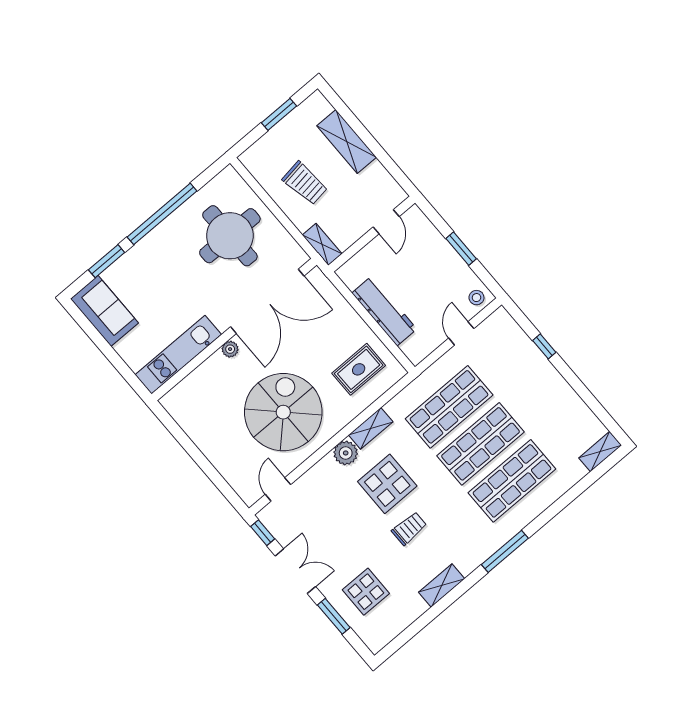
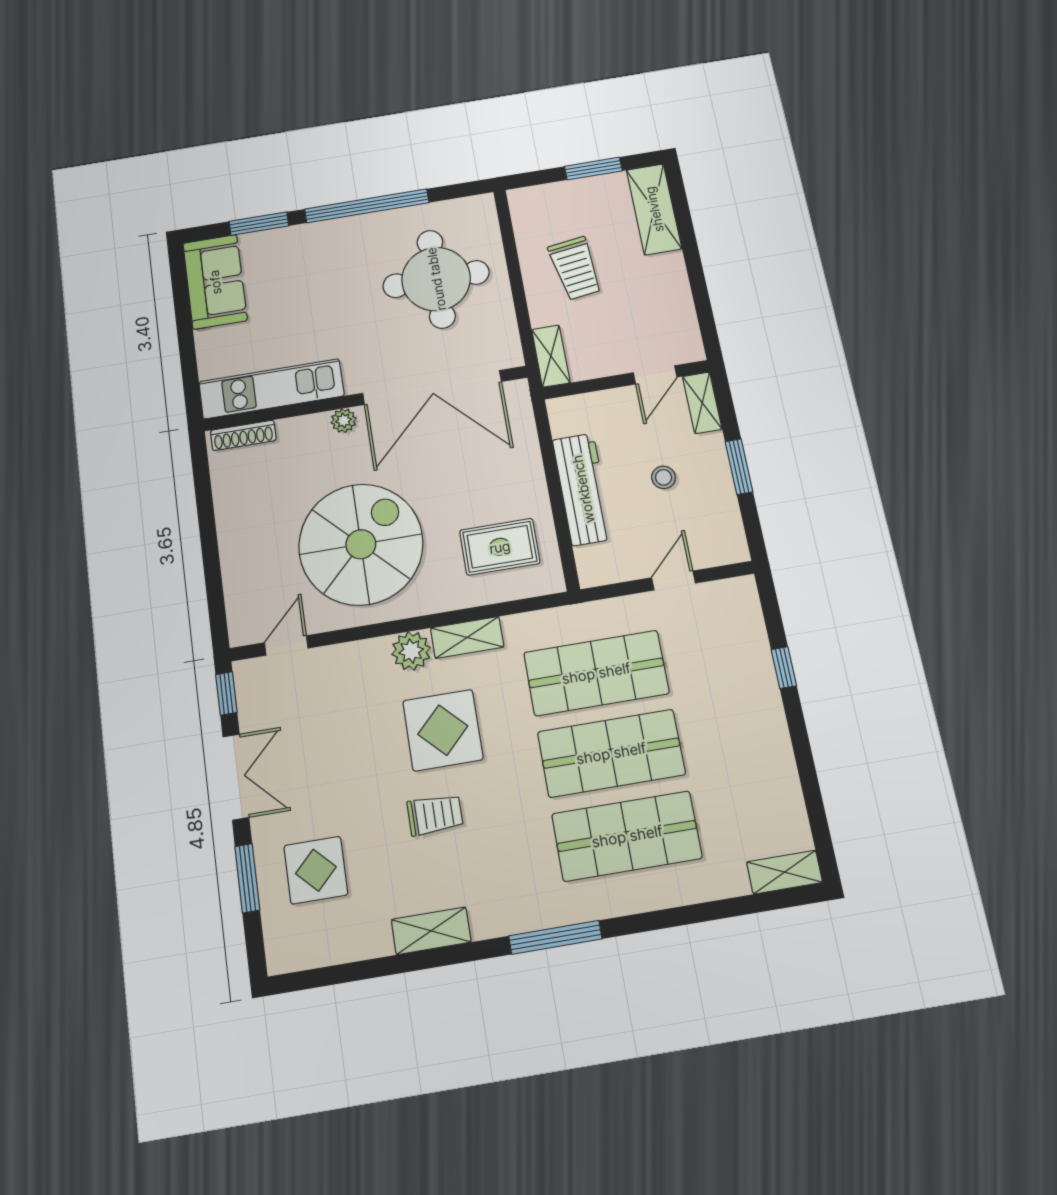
shelving: (347, 141) -> (654, 209), moved
shelving: (421, 223) -> (702, 403), added
stool: (476, 298) -> (664, 477), moved
shoe rack: (180, 390) -> (243, 435), added

